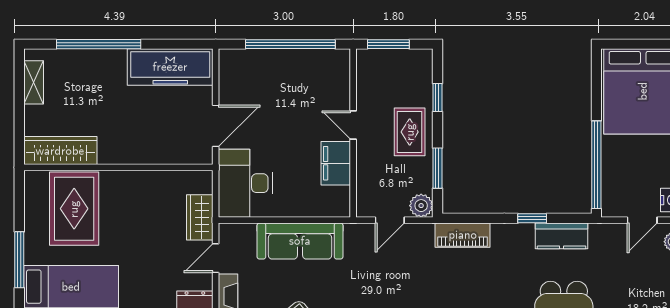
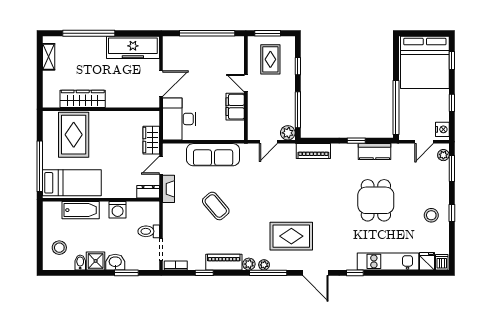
rug: (410, 132) -> (270, 59), moved
wardrobe: (60, 151) -> (83, 99), moved
window: (437, 168) -> (298, 110), width x1.44
window: (19, 260) -> (40, 166), width x1.46

